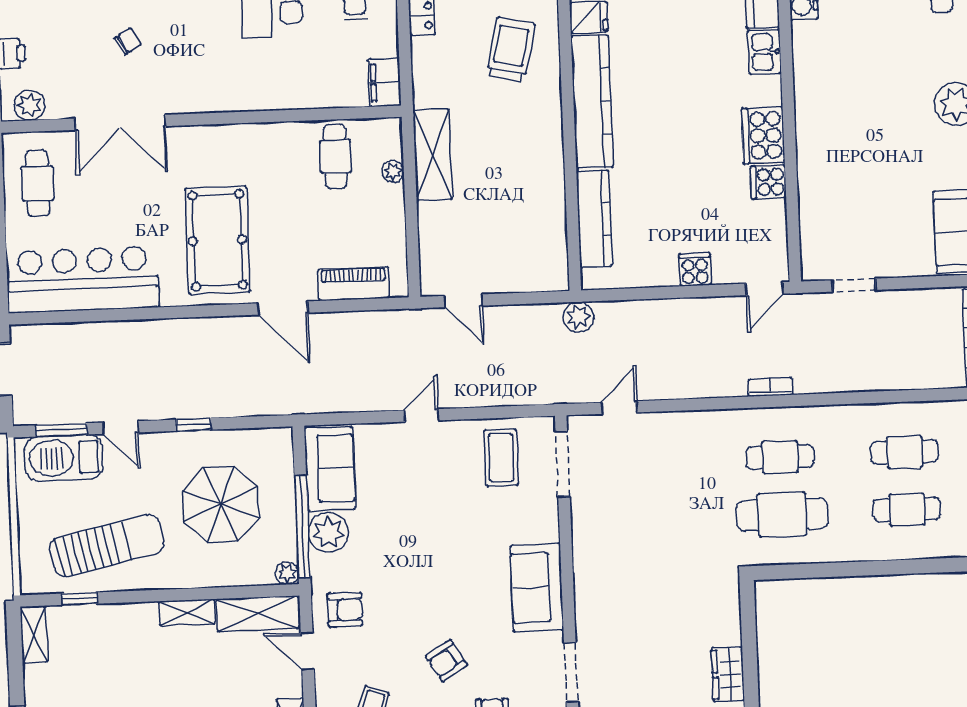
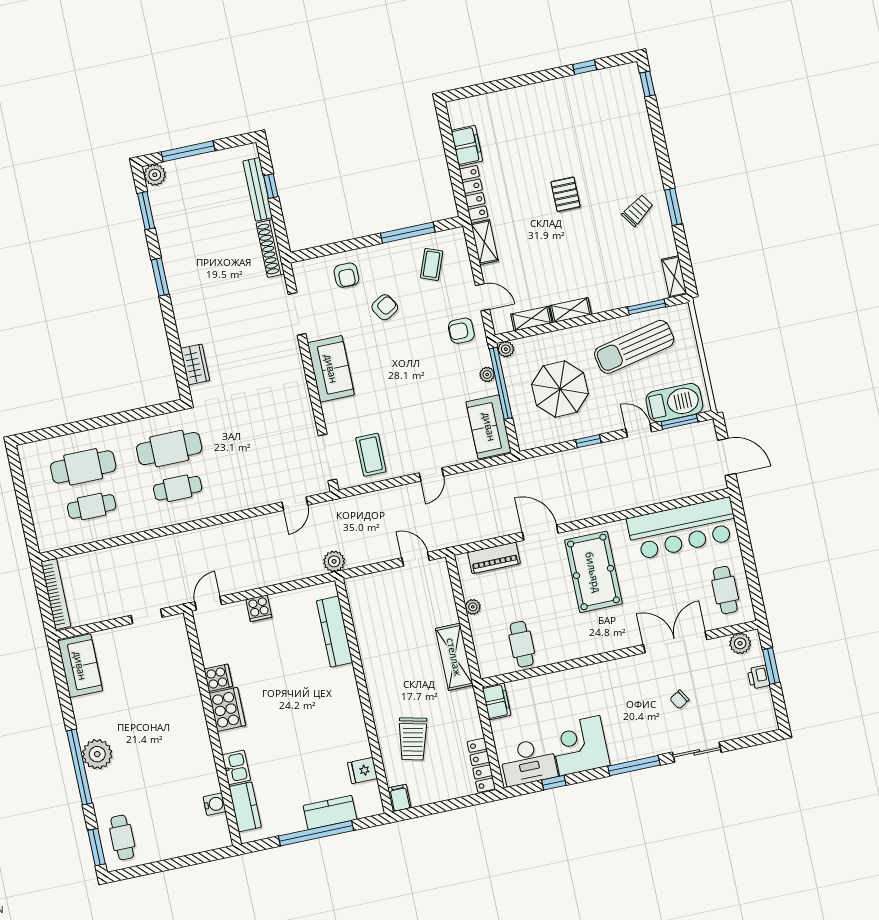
kitchen counter: (592, 102) -> (350, 713), removed
plant: (393, 171) -> (473, 607), moved
bookcase: (770, 387) -> (192, 536), removed
cafe table: (907, 510) -> (83, 467), width x1.37, depth x1.35
plant: (328, 532) -> (487, 374), width x0.53, depth x0.53
window: (80, 599) -> (647, 307), width x1.50
shelving: (258, 614) -> (531, 318), width x0.67, depth x0.75
wardrobe: (728, 674) -> (195, 364), moved

